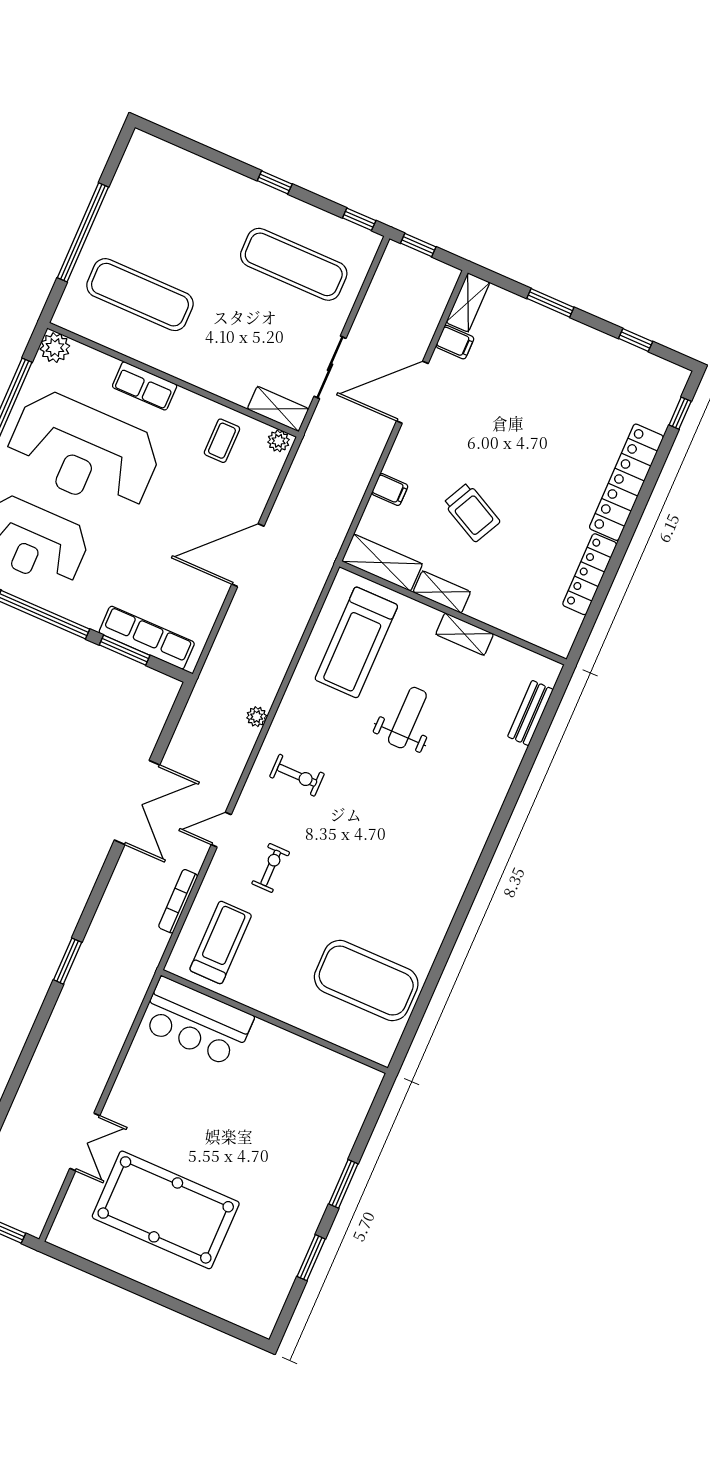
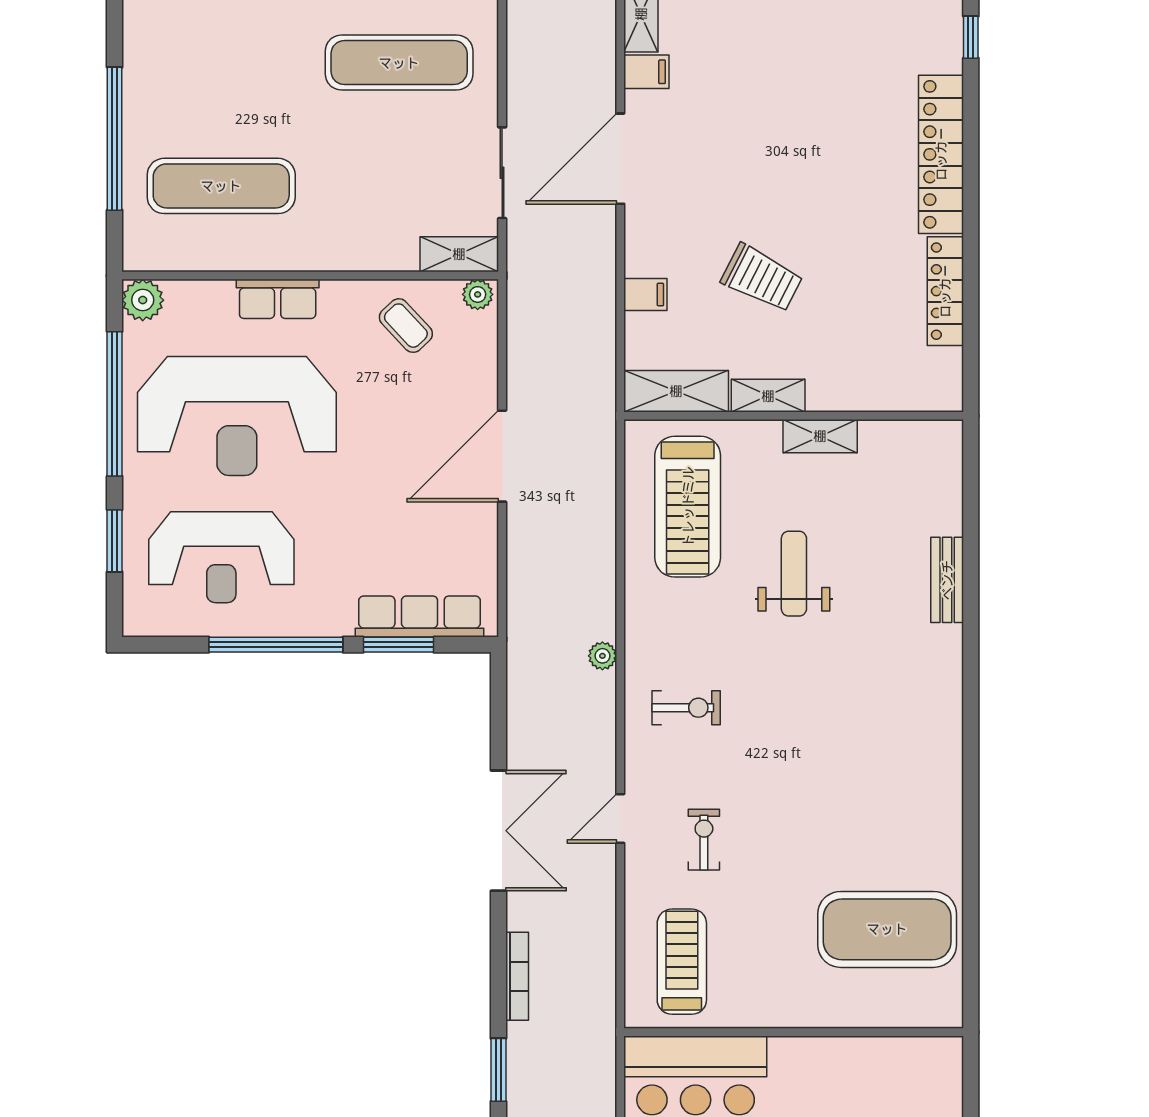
coffee table: (222, 441) -> (406, 326), turned -43
bench: (530, 713) -> (947, 580), moved
bookcase: (178, 901) -> (517, 976), moved, turned 180

